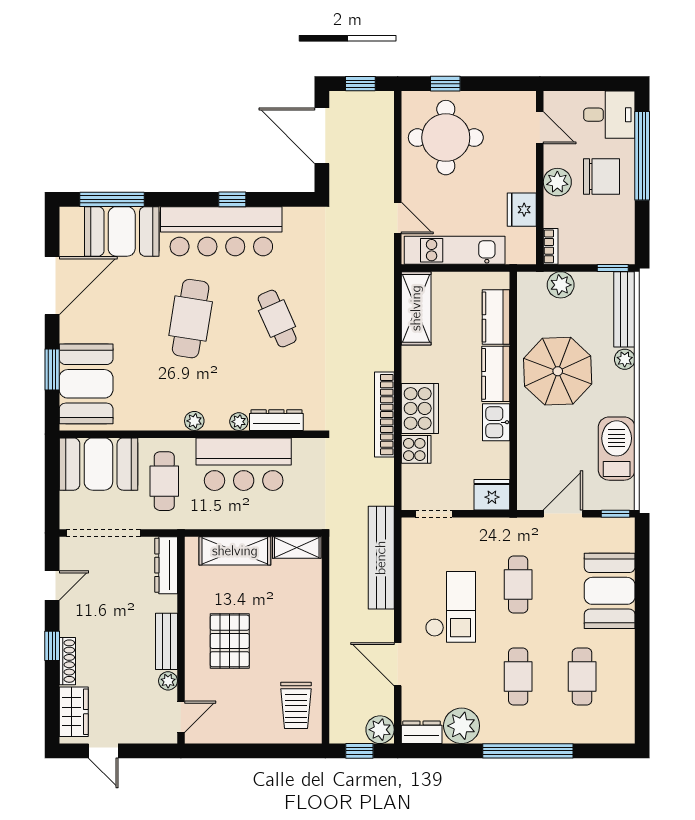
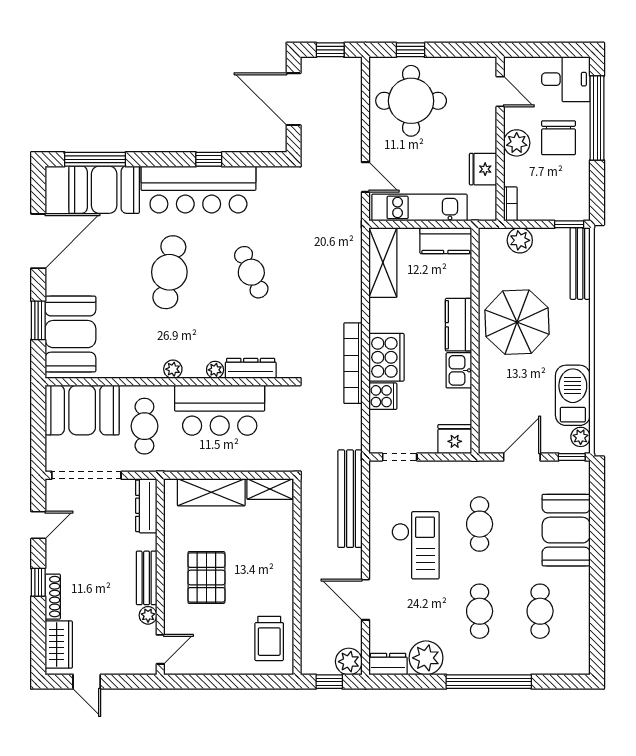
chair: (601, 177) -> (558, 138), turned 90
kitchen counter: (496, 317) -> (446, 241), moved, turned -90
plant: (625, 359) -> (581, 437), moved

